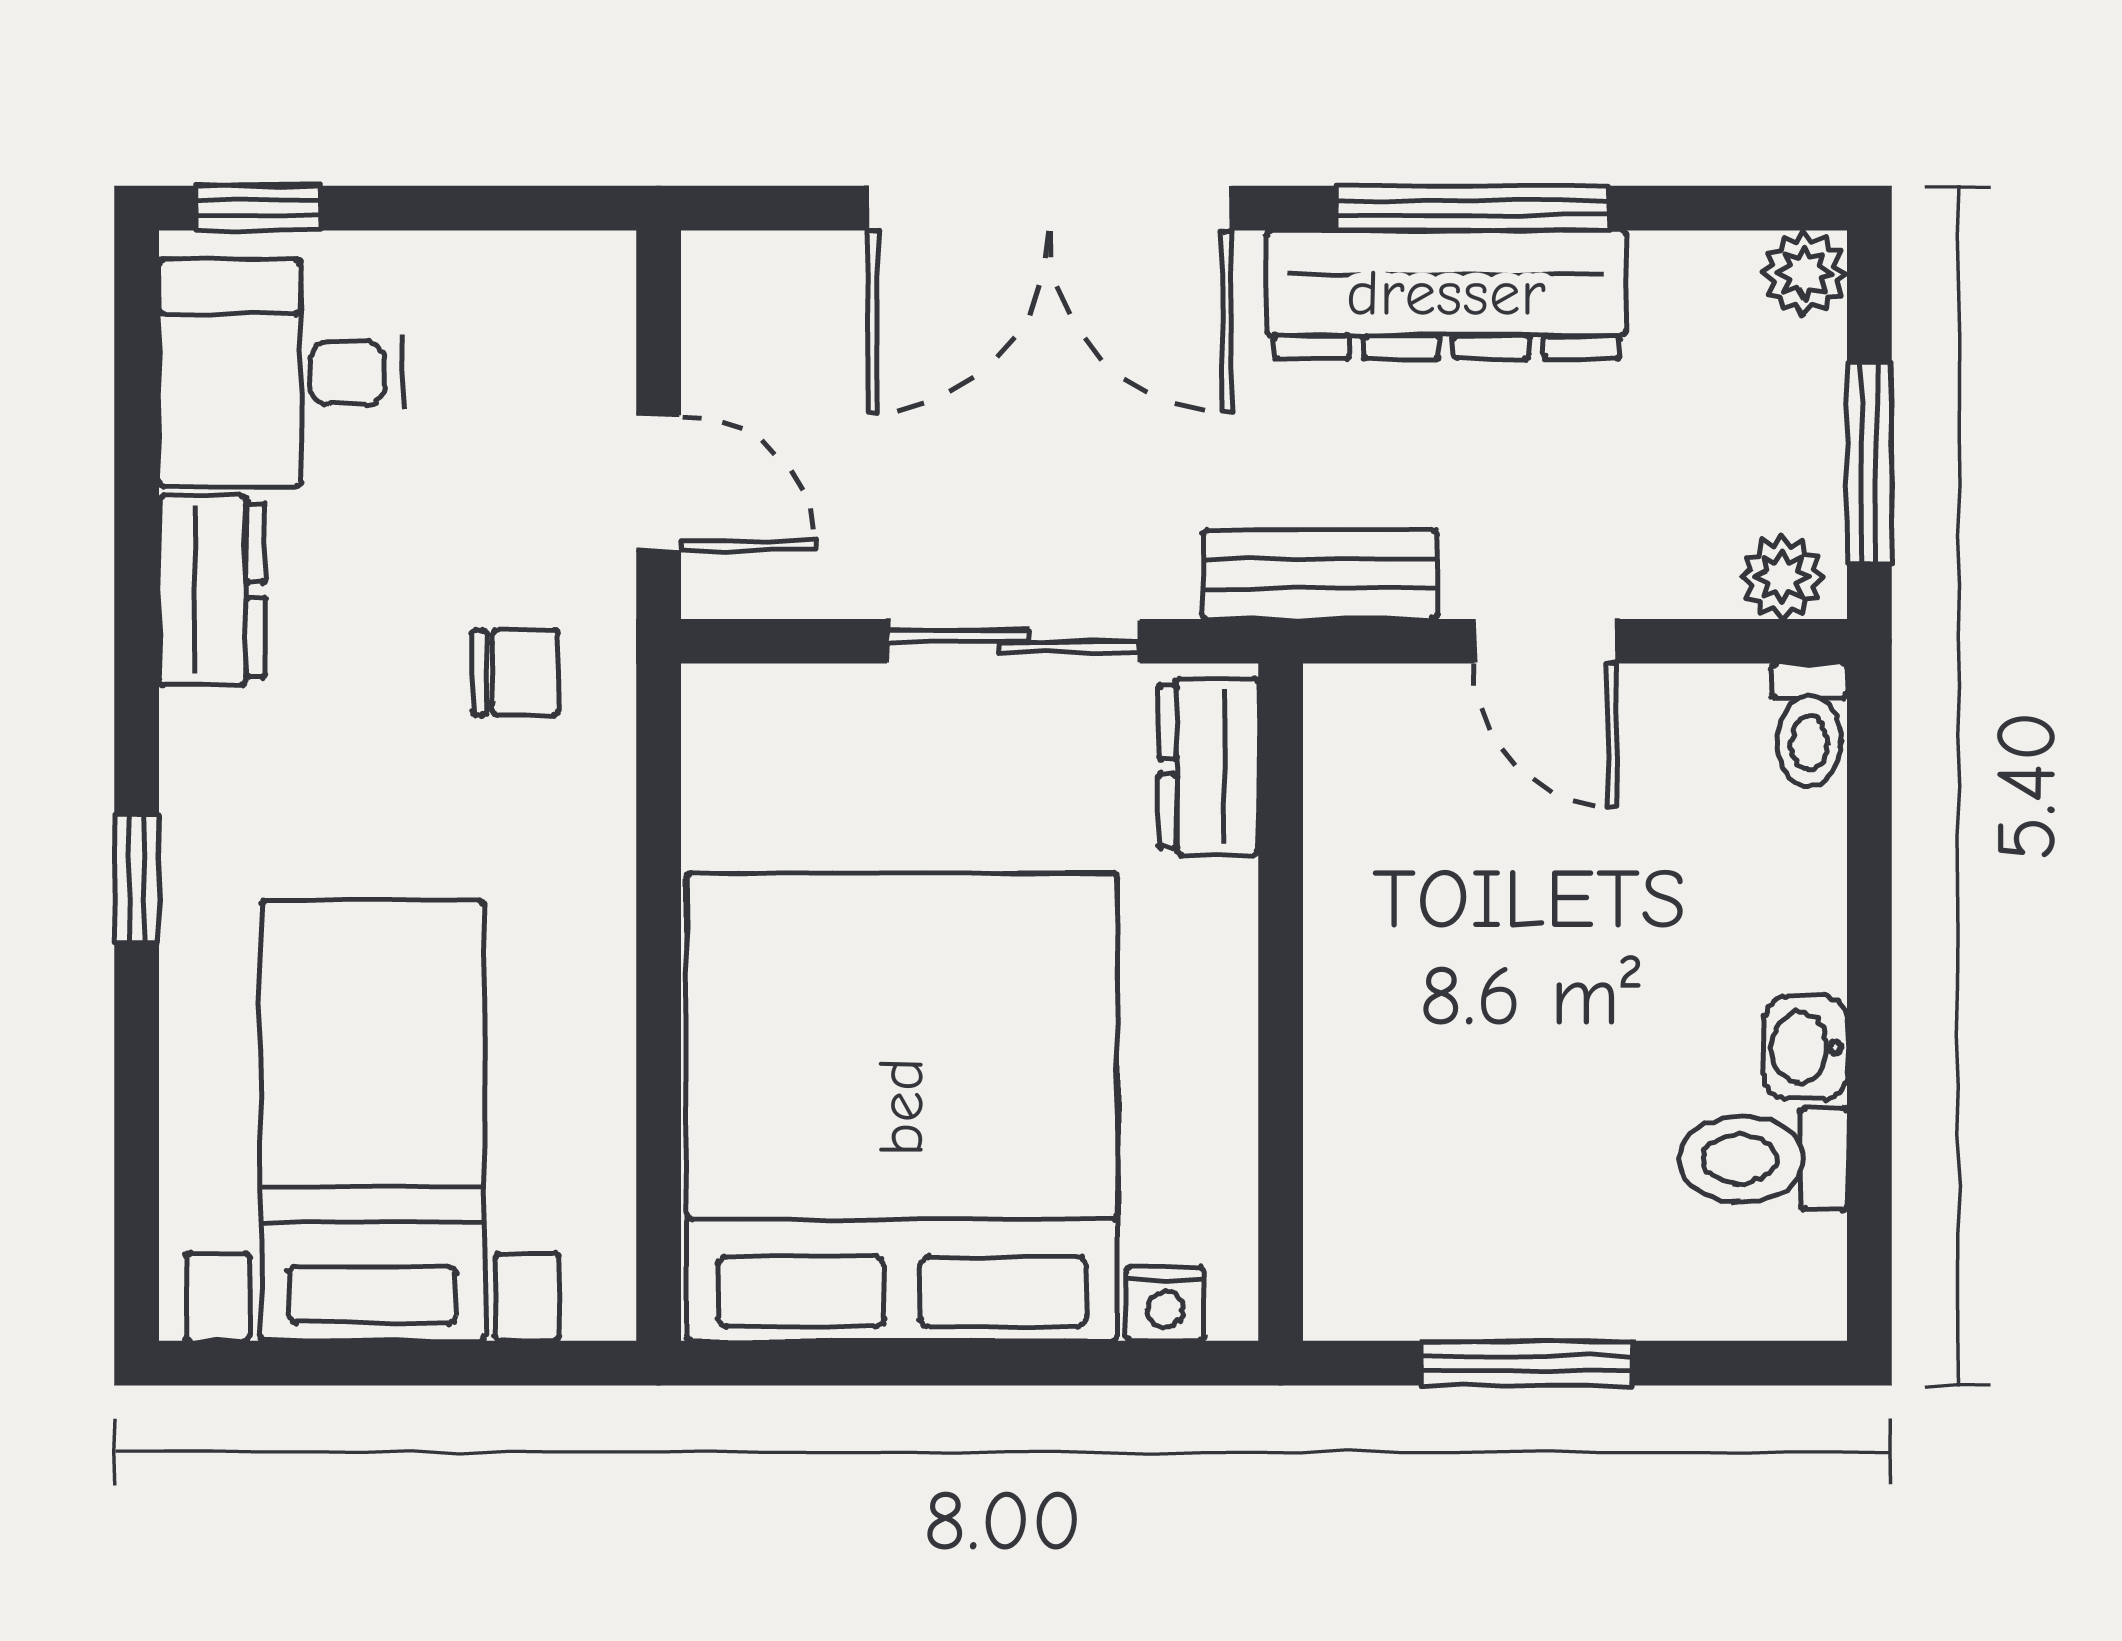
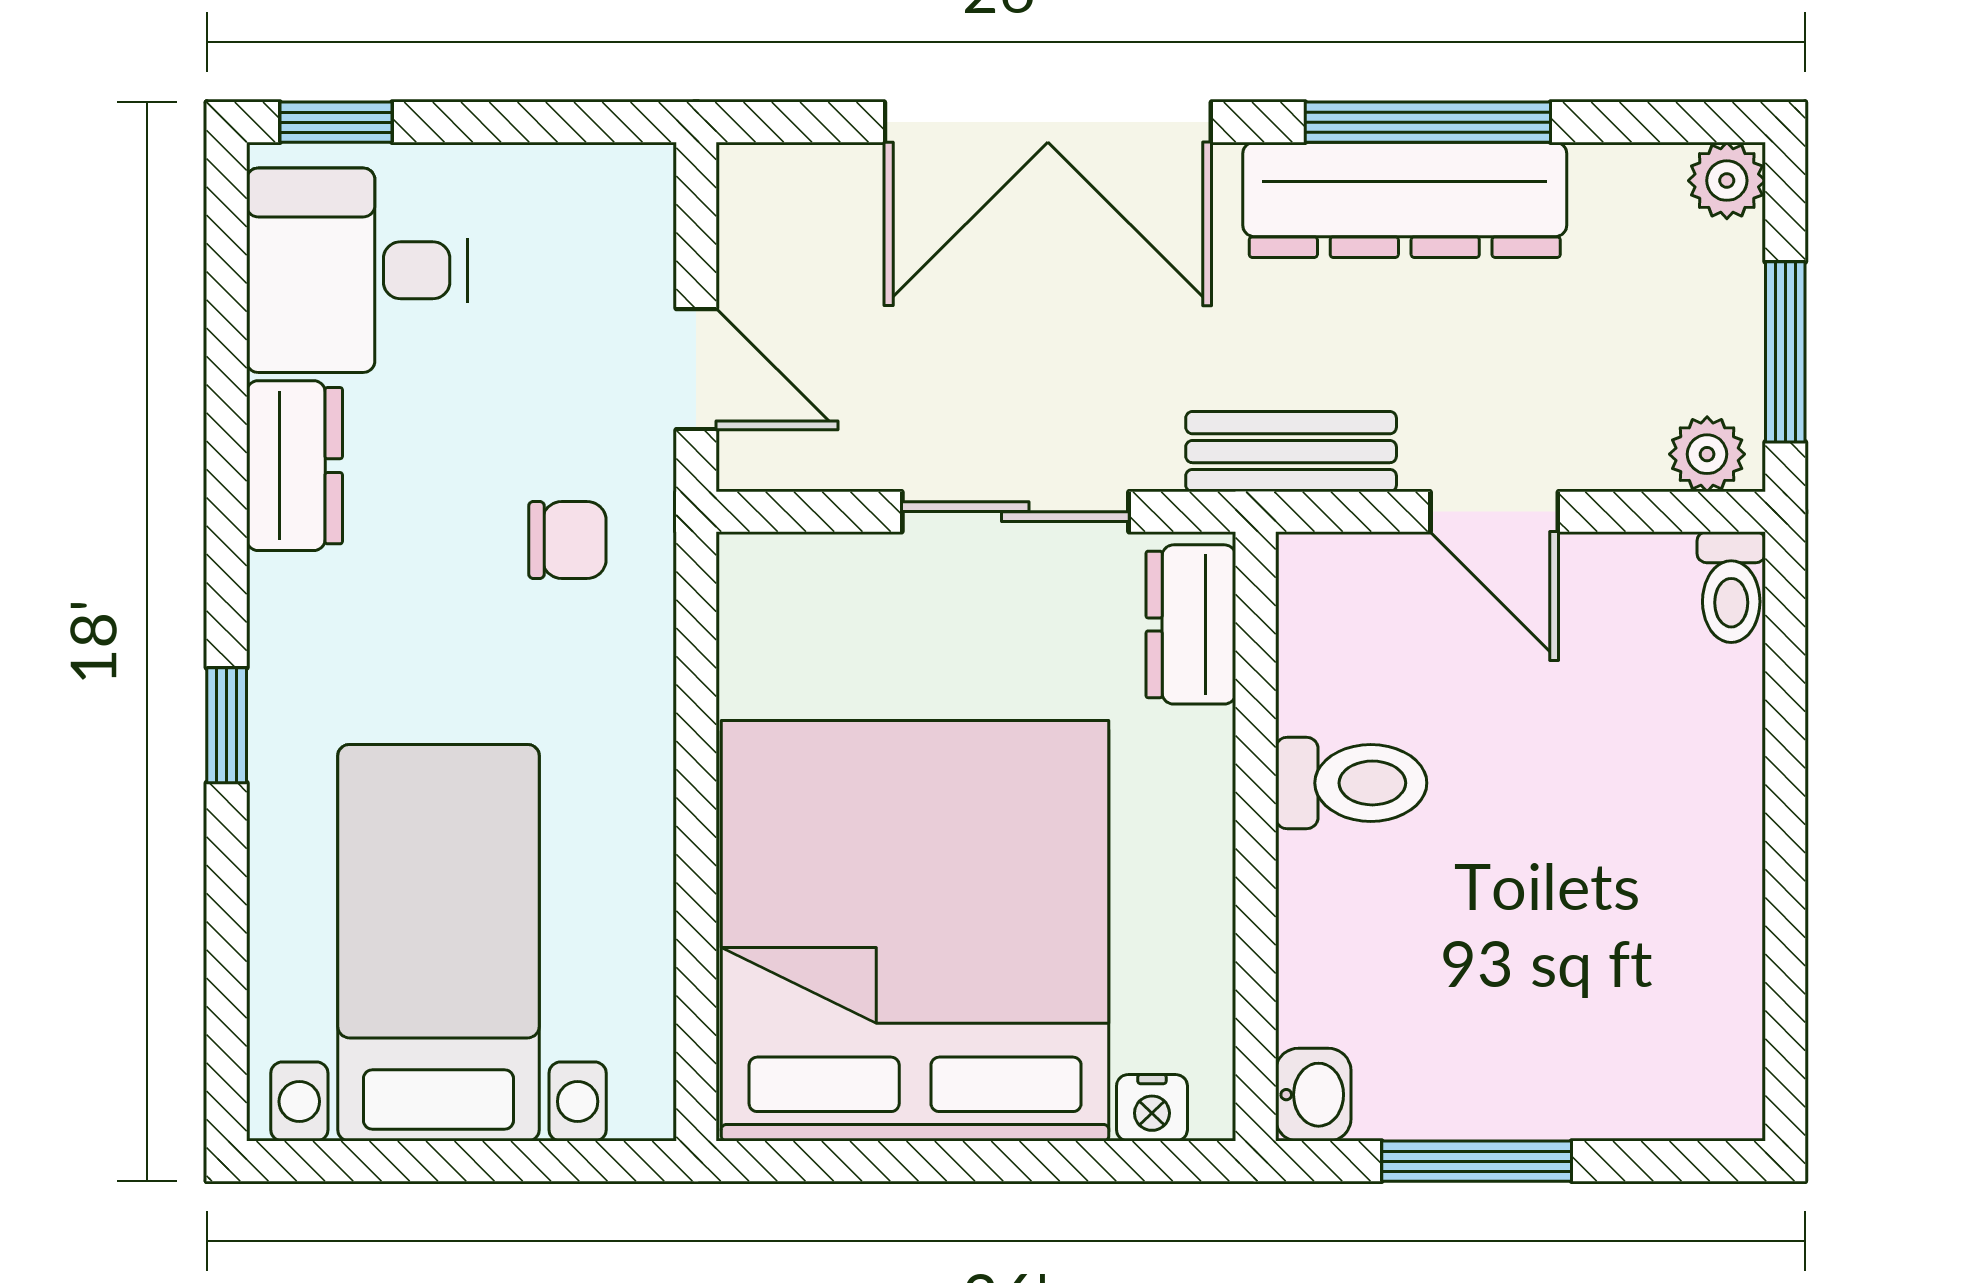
washbasin: (1805, 1047) -> (1313, 1095), moved, turned 180
toilet: (1763, 1159) -> (1351, 783), moved, turned 180

